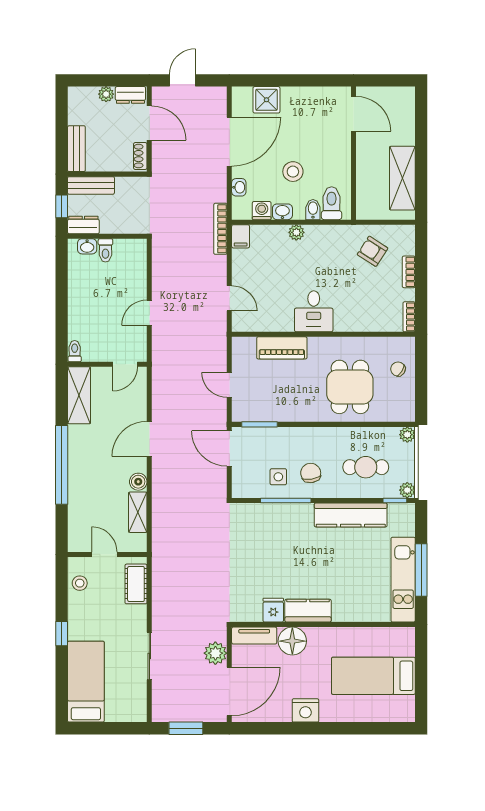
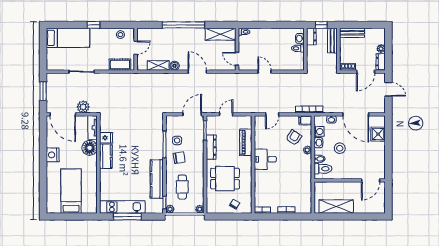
armchair: (373, 251) -> (294, 138), moved
dresser: (291, 413) -> (211, 147), added

